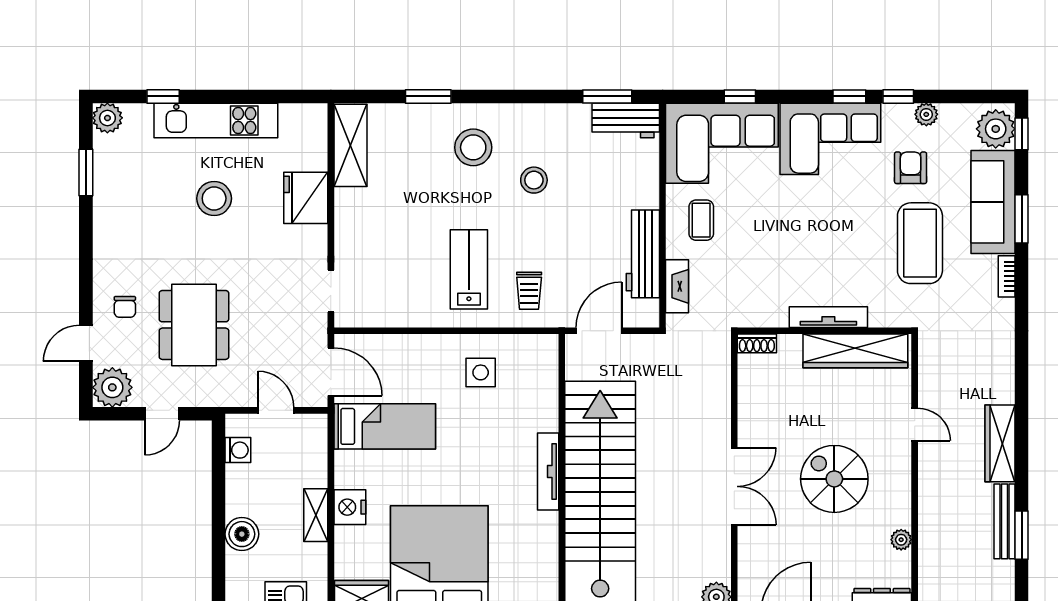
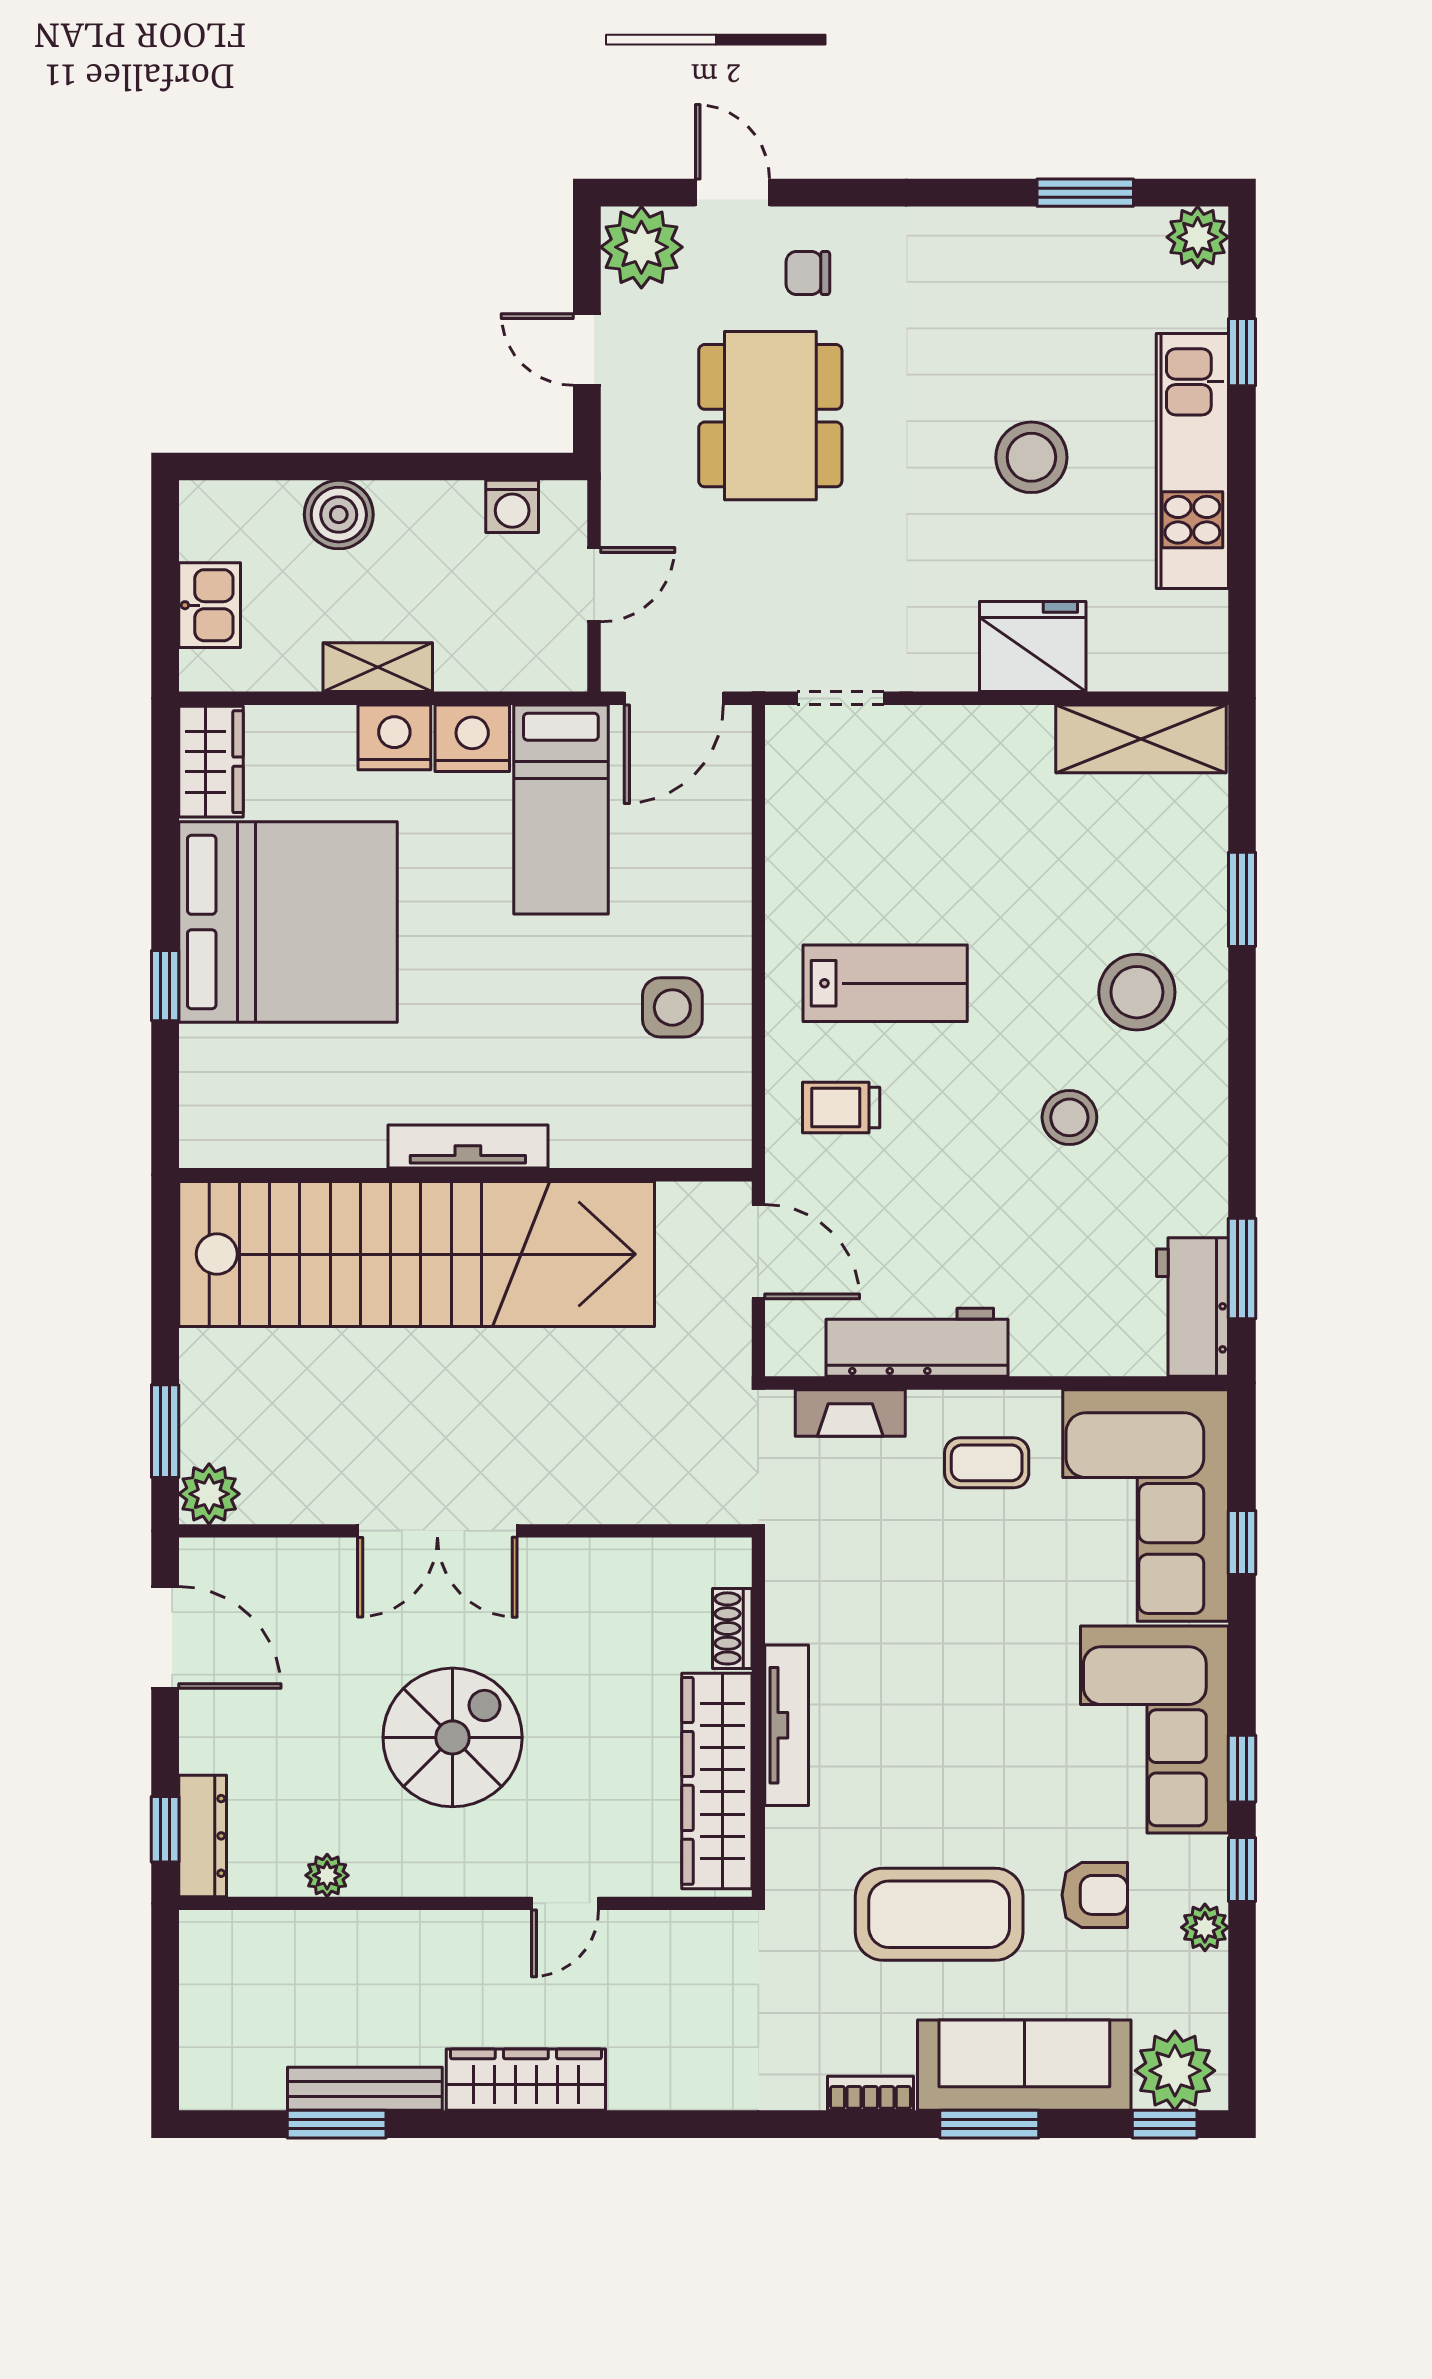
dining table: (194, 325) -> (770, 416), turned 90
shoe rack: (757, 343) -> (732, 1628), moved
nightstand: (350, 469) -> (472, 738), added

